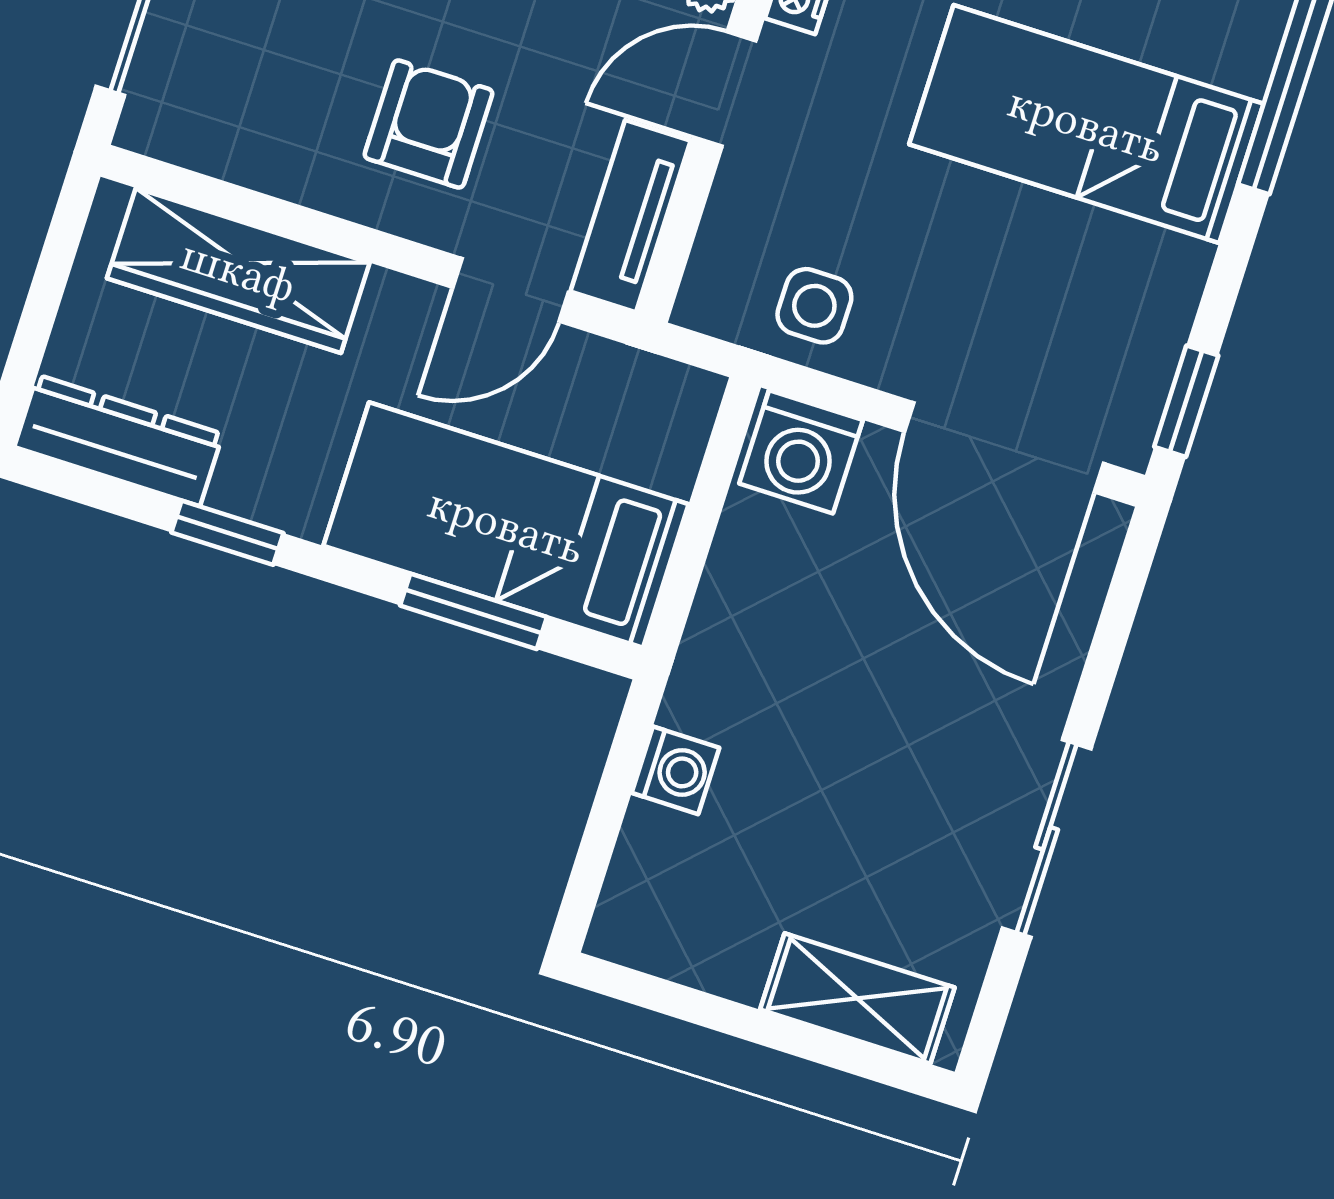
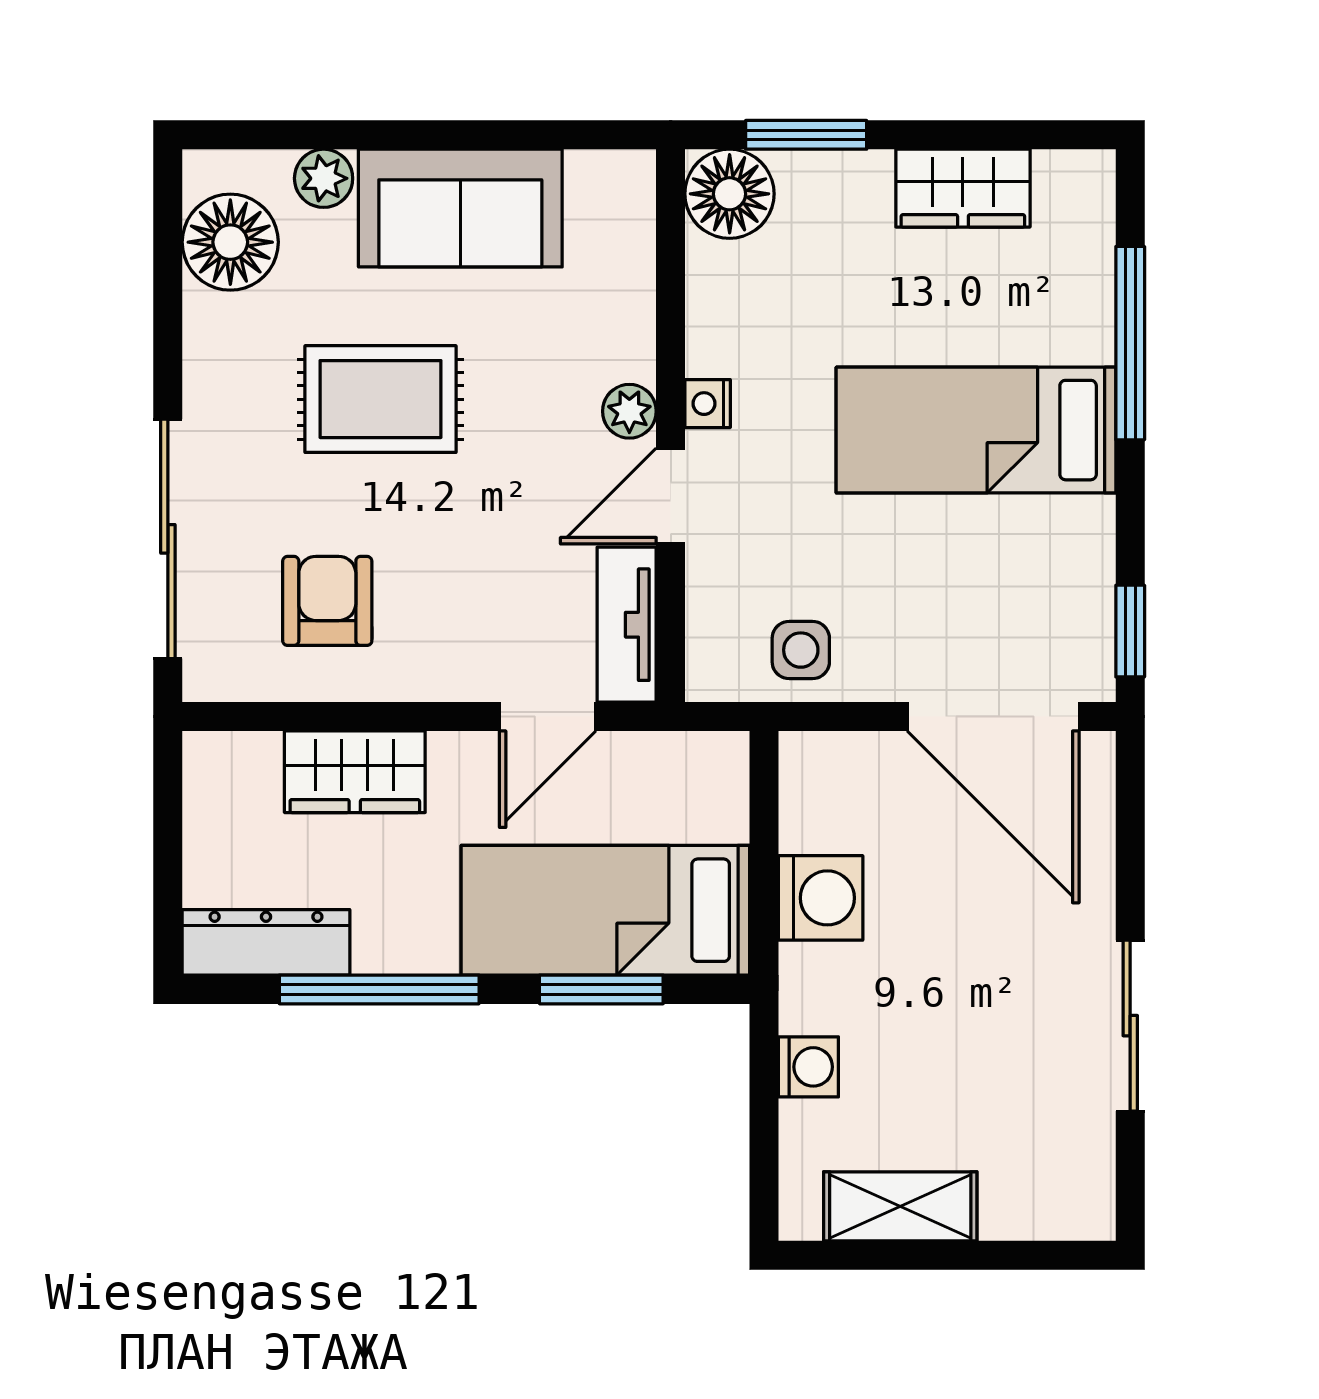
armchair: (429, 124) -> (327, 601), moved
wardrobe: (238, 270) -> (355, 772), width x0.67
washing machine: (801, 452) -> (821, 898), moved, turned -90
window: (227, 533) -> (379, 989), width x2.17
shelving: (857, 999) -> (900, 1206), moved

